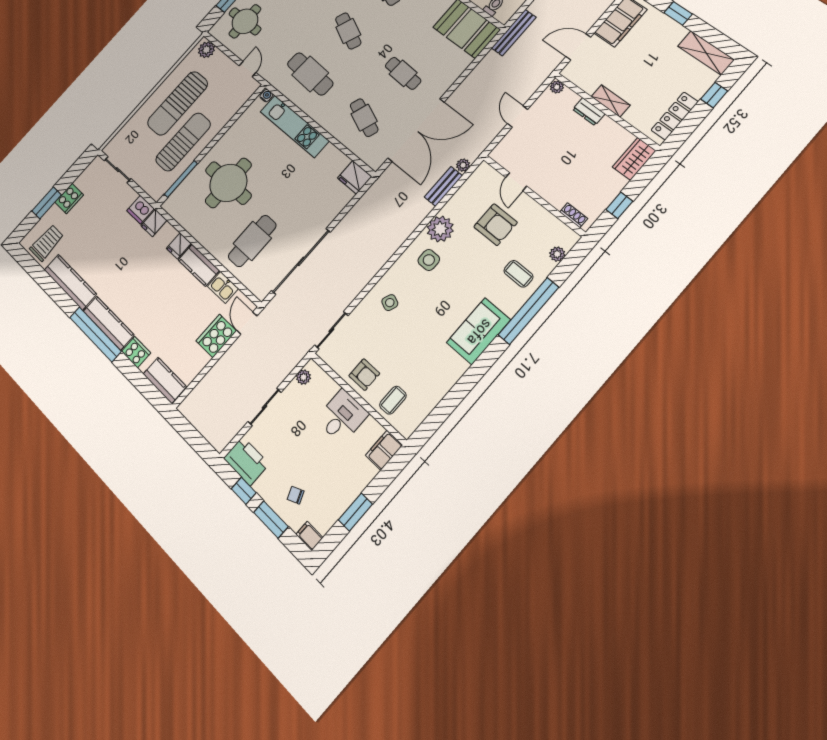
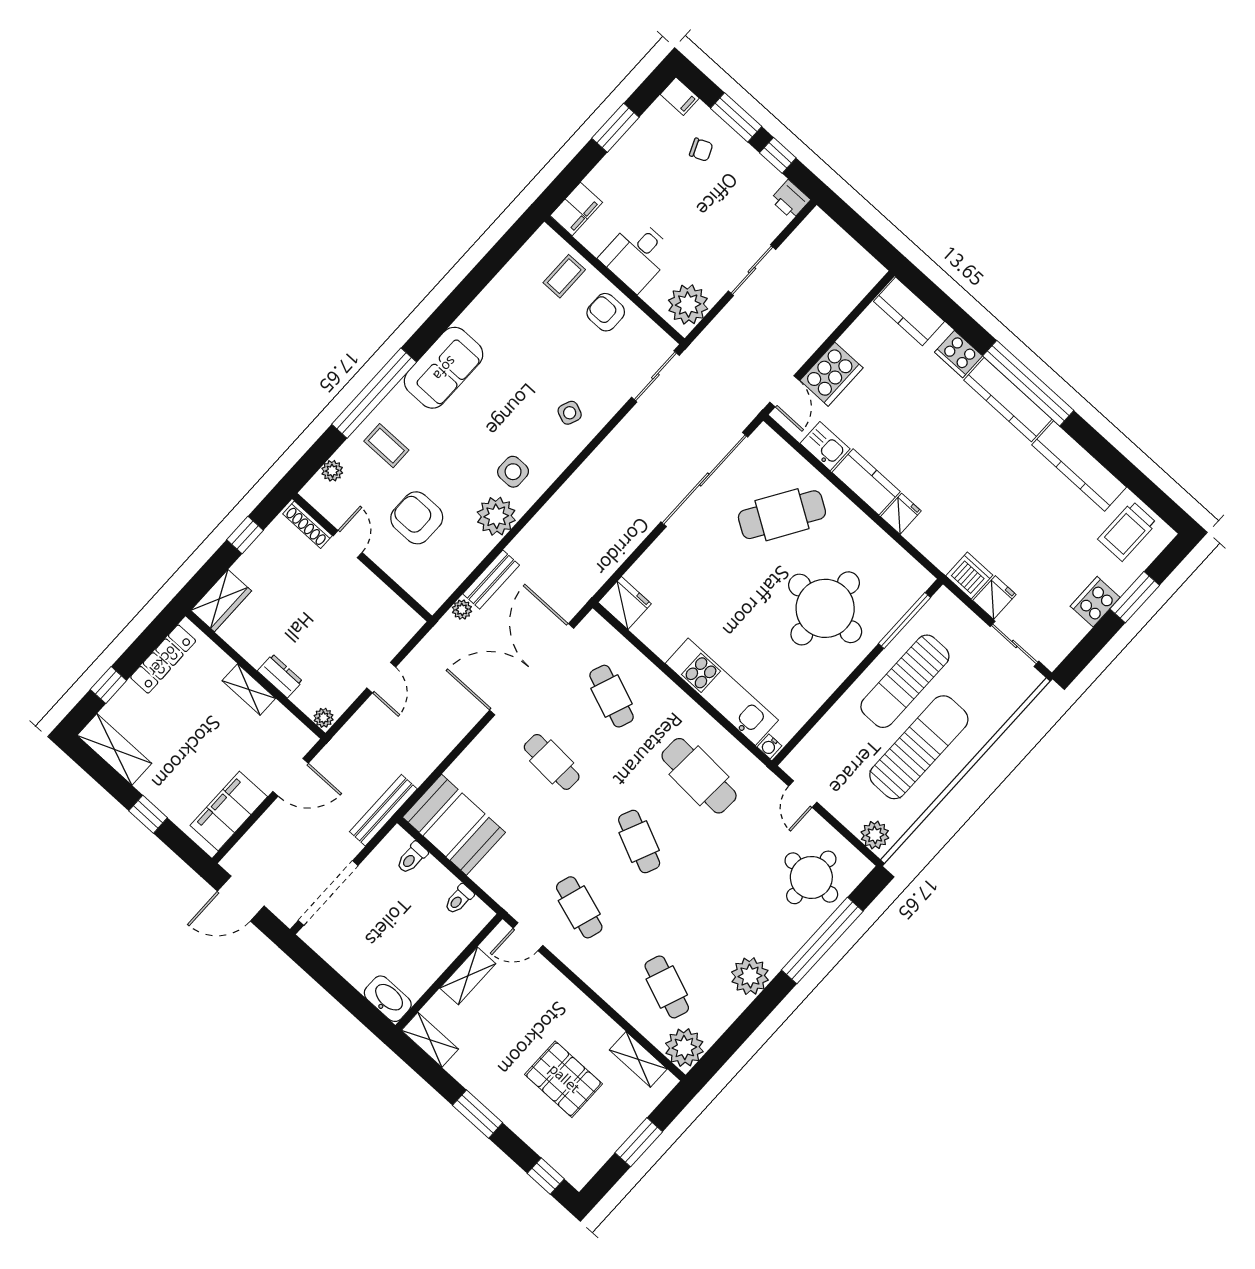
door: (516, 182) -> (348, 544), moved
shoe rack: (574, 215) -> (307, 525), width x1.43
fridge: (154, 223) -> (994, 598), moved
cafe table: (252, 241) -> (782, 515), turned 32
plant: (303, 377) -> (688, 304), width x1.87, depth x1.87
printer: (246, 461) -> (790, 200), width x0.53, depth x0.68

